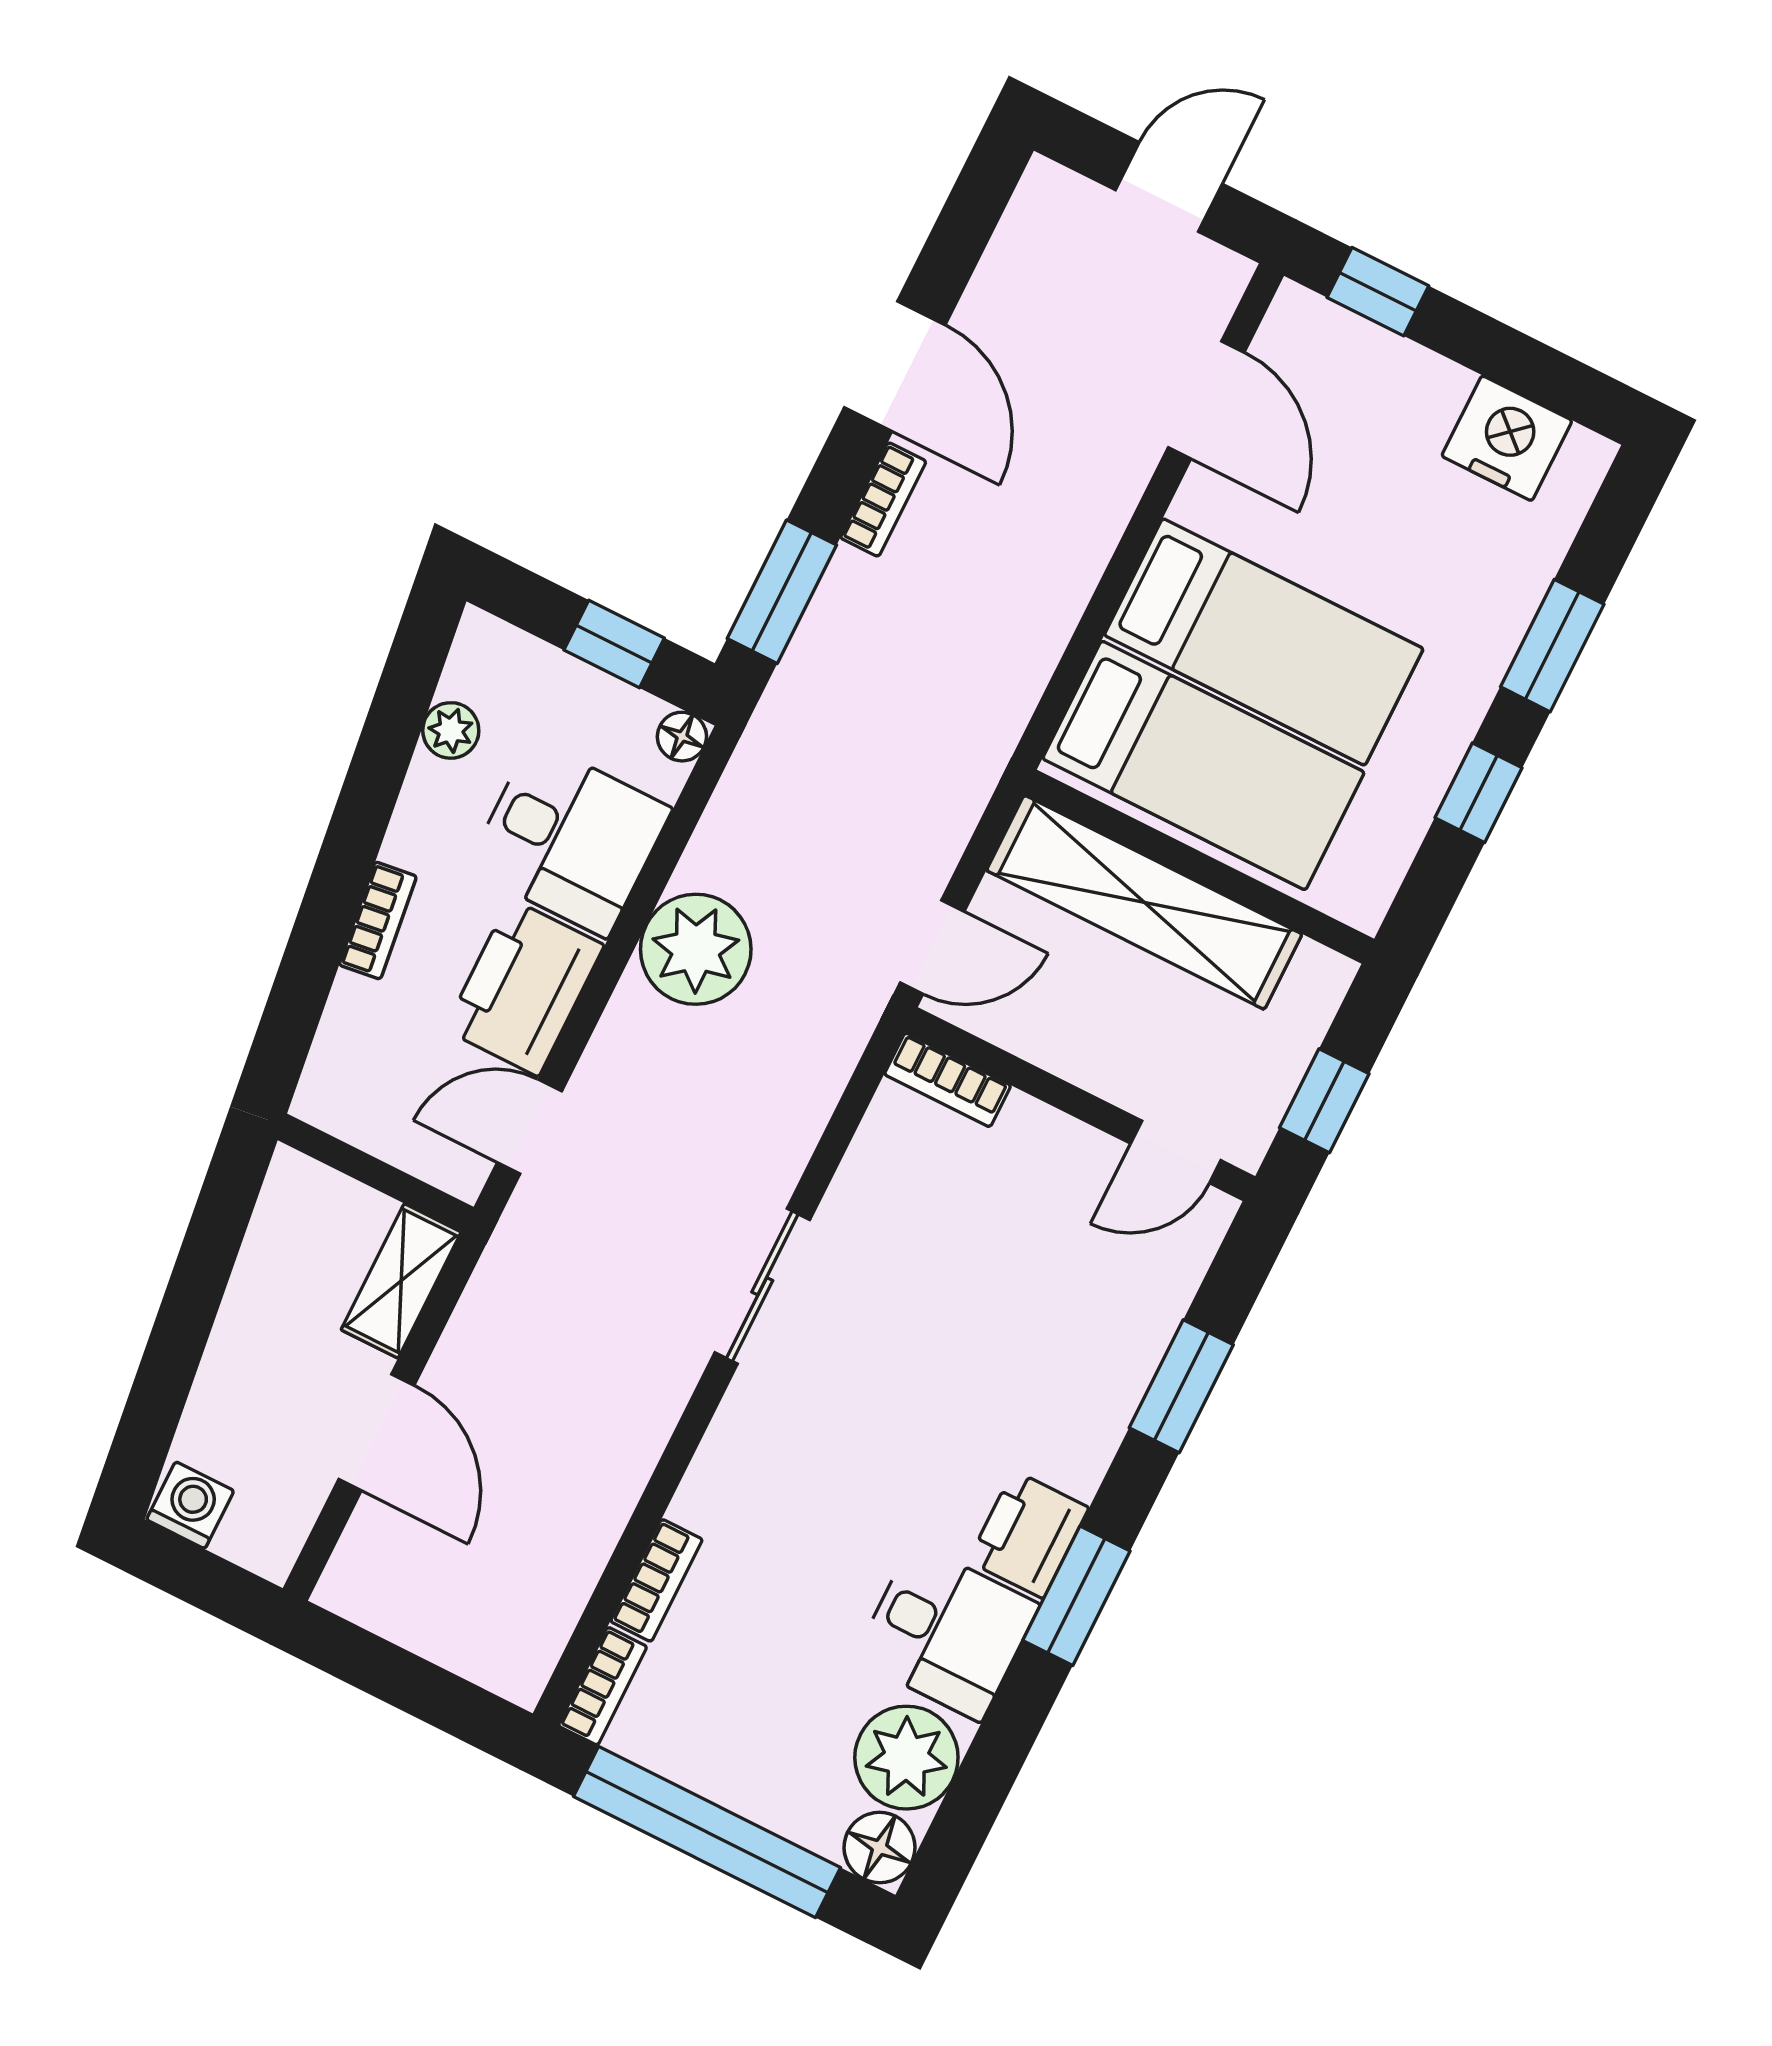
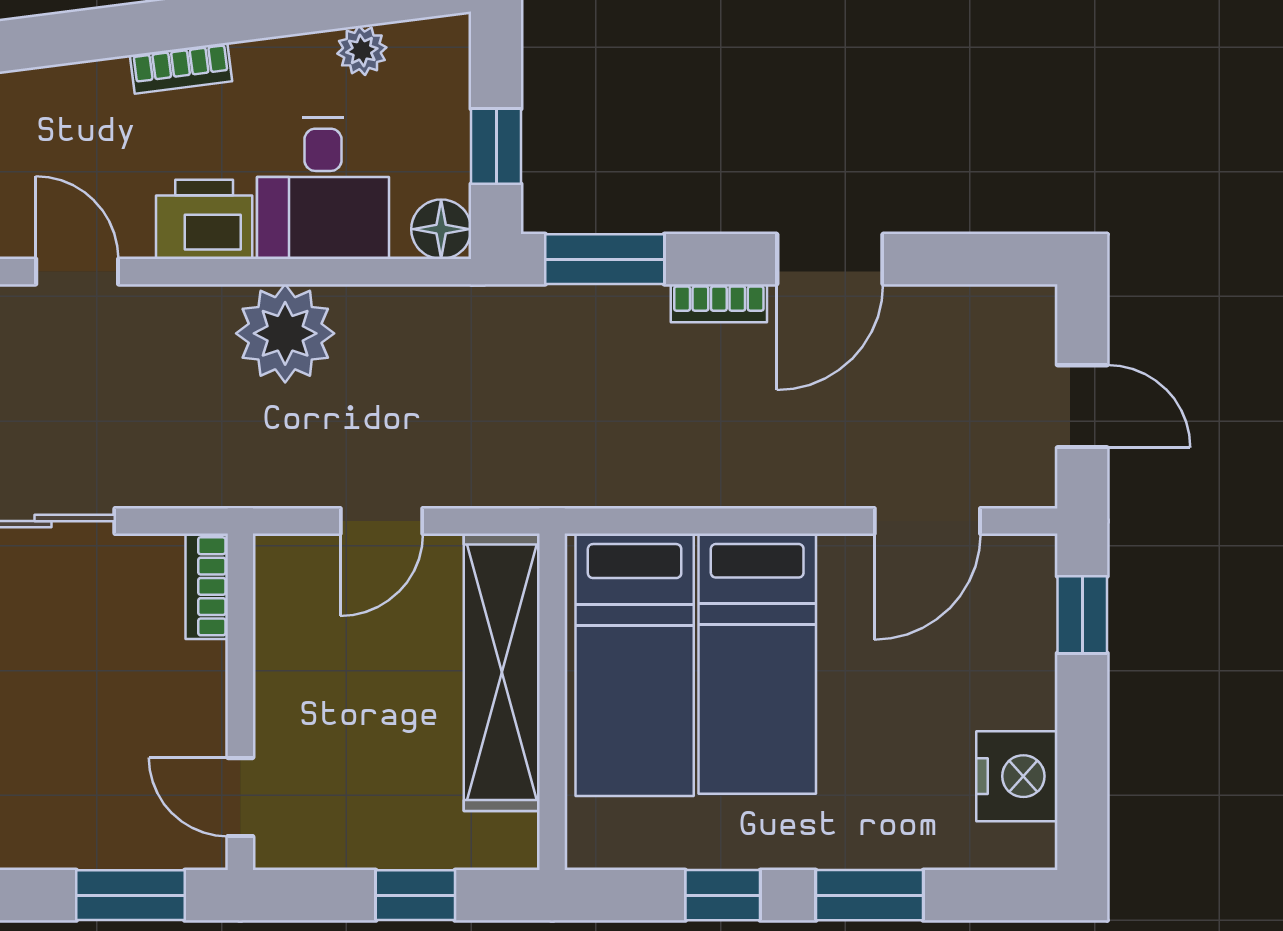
floor lamp: (682, 737) -> (441, 229), width x1.37, depth x1.37
door: (932, 947) -> (381, 521), hinge flipped
printer: (524, 987) -> (204, 219), width x0.73, depth x0.84
bookcase: (948, 1080) -> (207, 586), moved
wall: (1080, 1104) -> (240, 702), moved
door: (1176, 1152) -> (240, 797), moved

